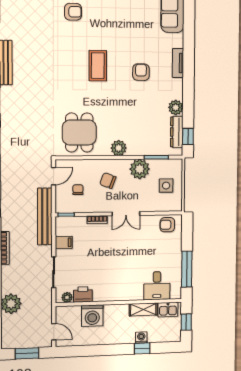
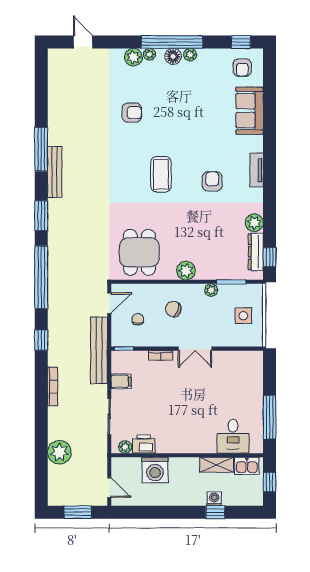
plant: (140, 169) -> (211, 290), width x0.53, depth x0.53
armchair: (167, 225) -> (245, 363), removed

